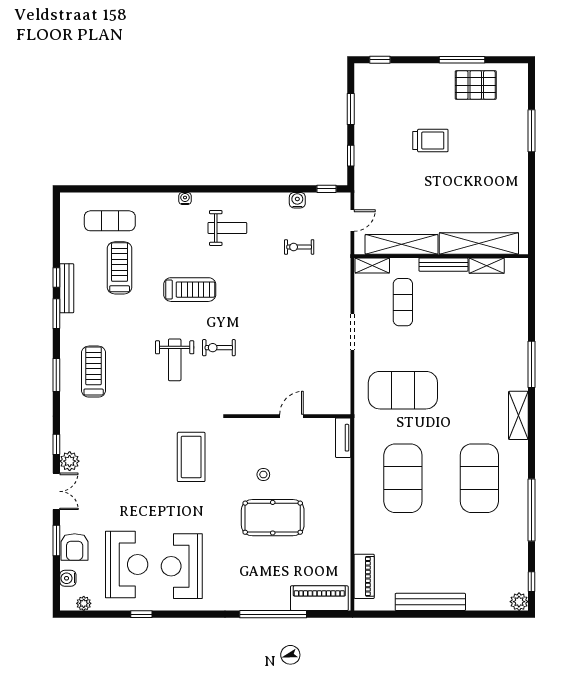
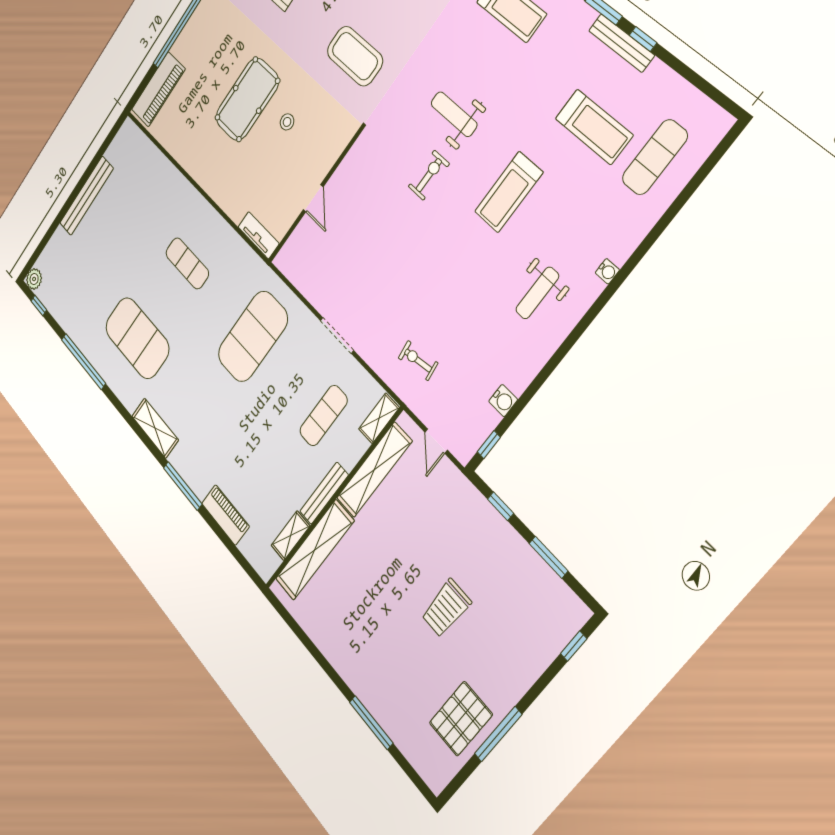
exercise bike: (299, 247) -> (418, 361), moved, turned -98
exercise mat: (403, 302) -> (324, 416), turned 90
exercise mat: (403, 478) -> (187, 263), width x0.50, depth x0.69
piano: (364, 576) -> (225, 515), moved, turned 180

